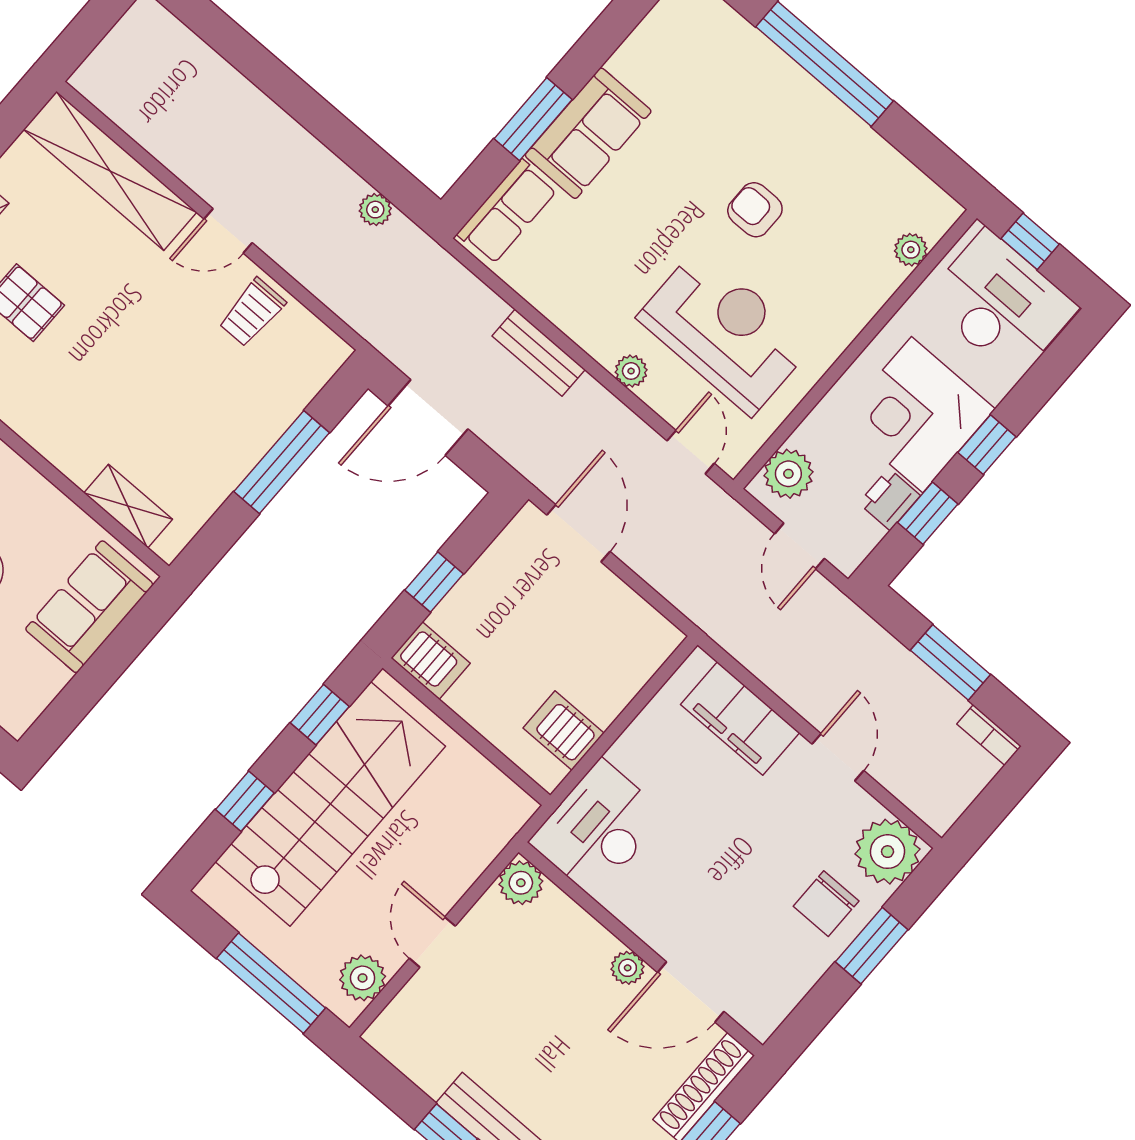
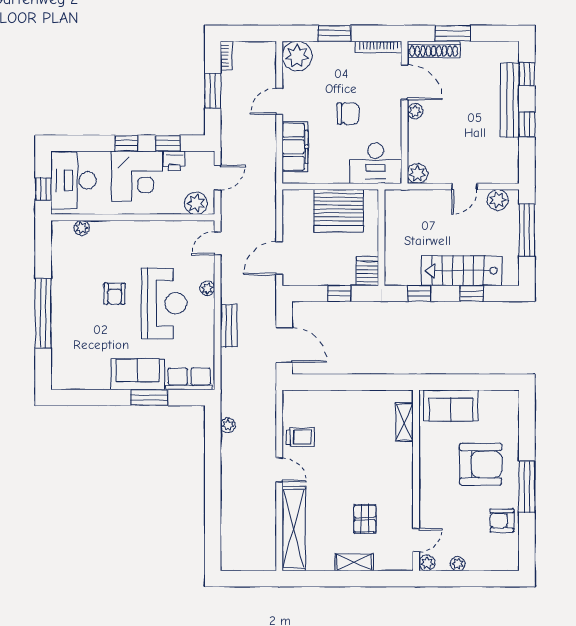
reception desk: (725, 331) -> (164, 303), moved, turned 180
window: (282, 462) -> (343, 382), removed
server rack: (564, 730) -> (339, 211), width x2.18, depth x1.44
stairs: (330, 804) -> (462, 271), width x0.73, depth x0.66
chair: (826, 904) -> (348, 114), moved
bookcase: (786, 999) -> (378, 47), added

